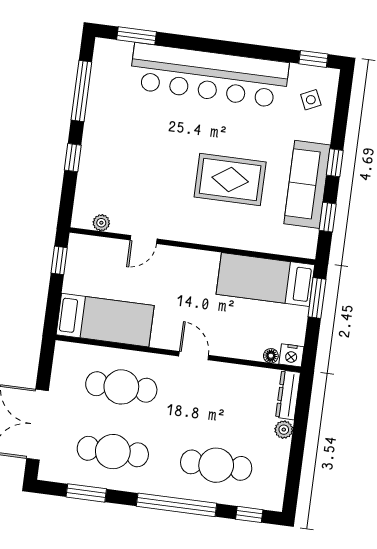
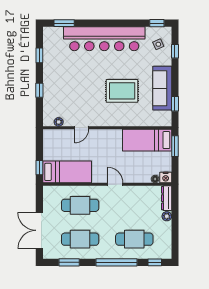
window: (81, 91) -> (39, 55), width x0.46
window: (335, 163) -> (175, 51), moved
window: (59, 260) -> (39, 168), moved

